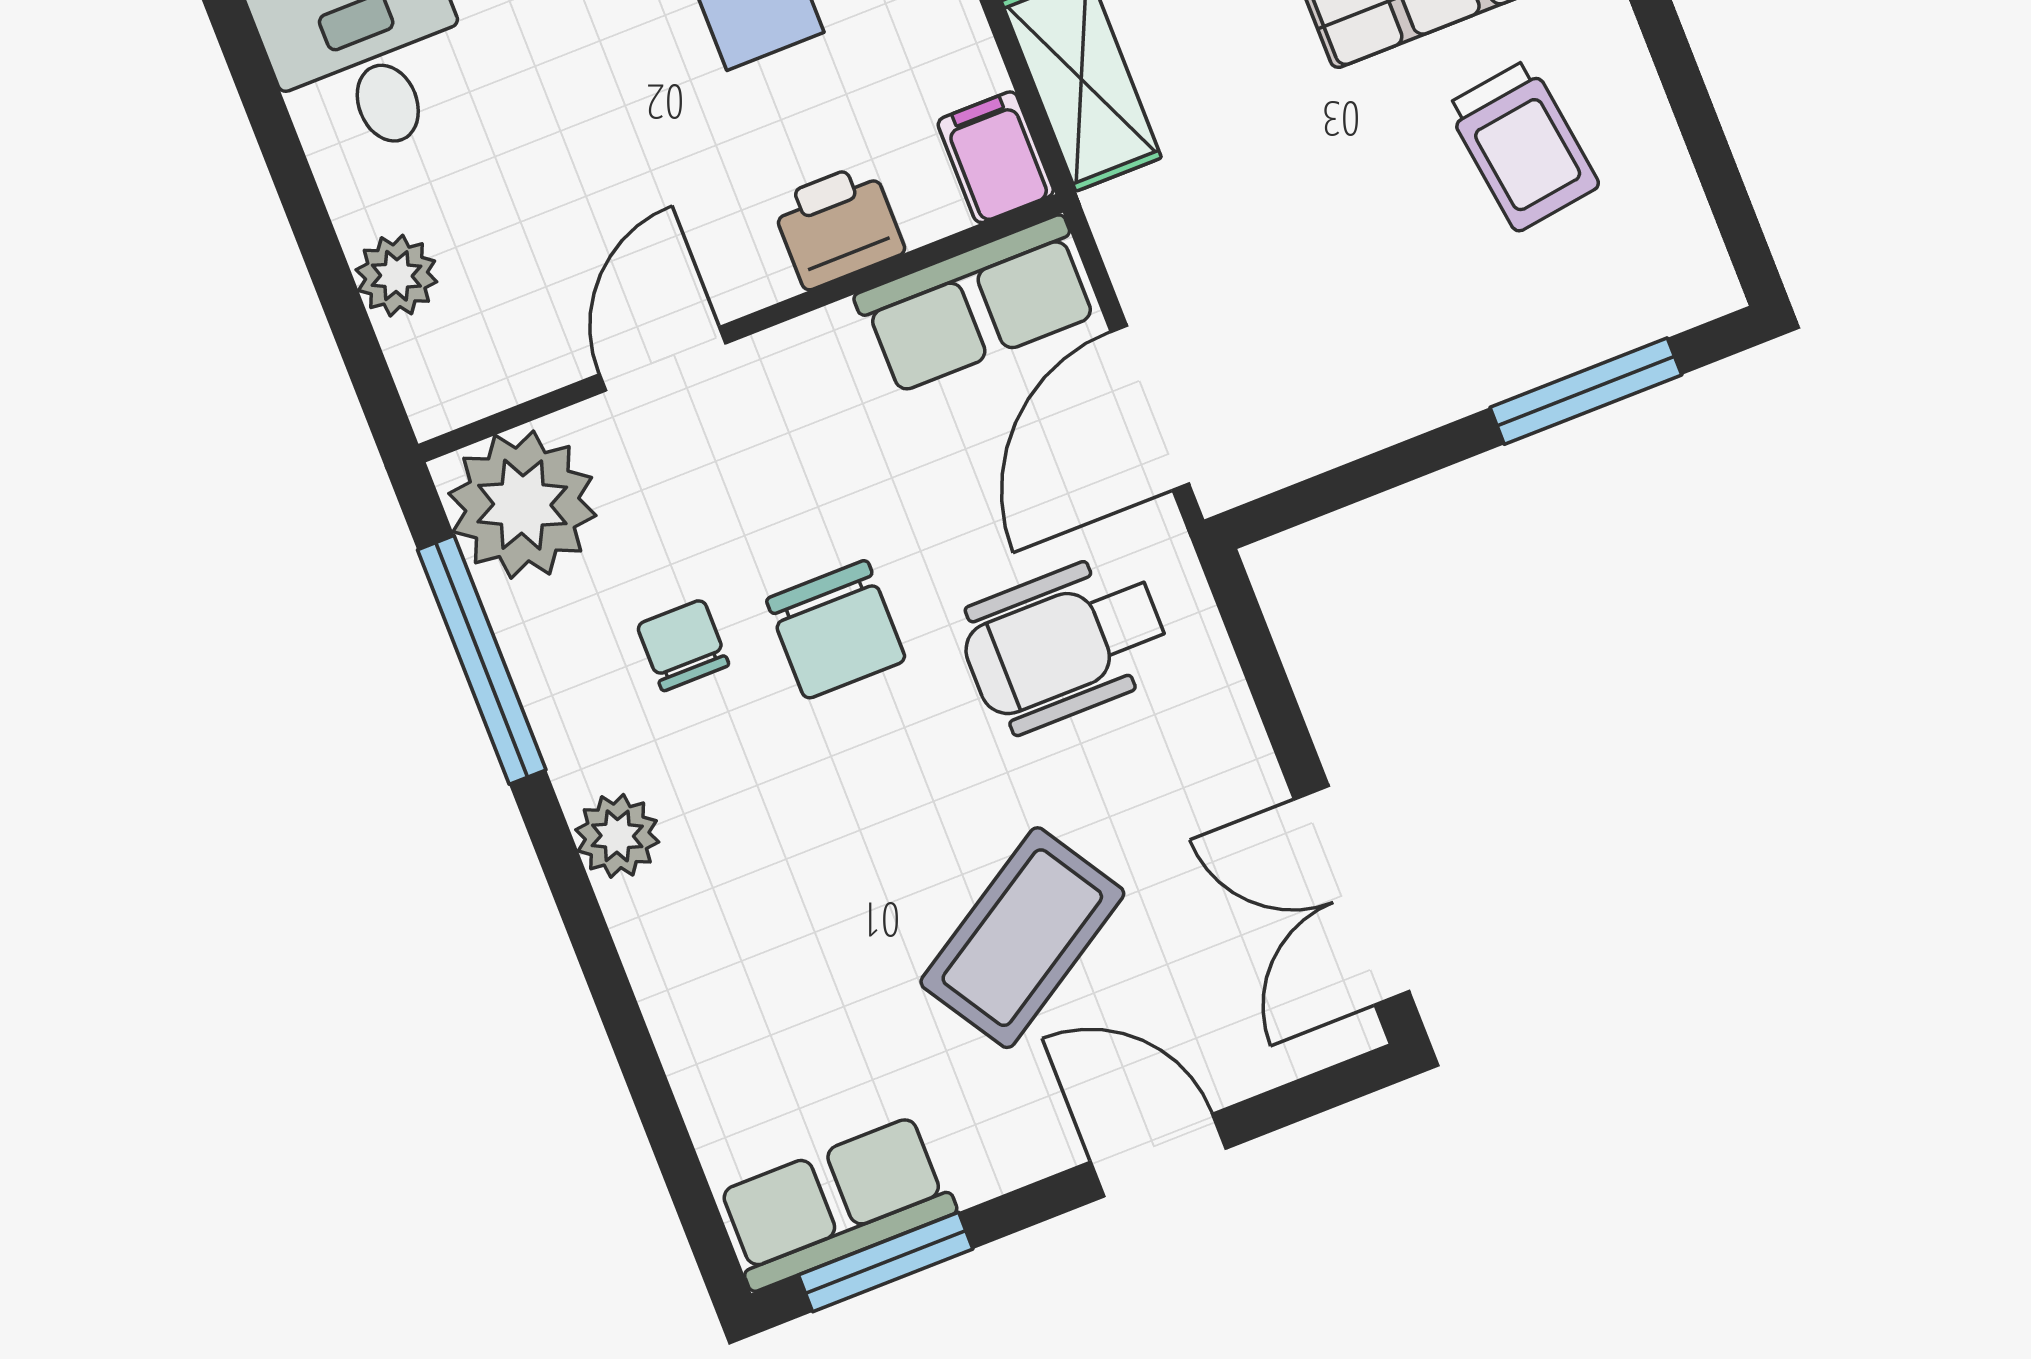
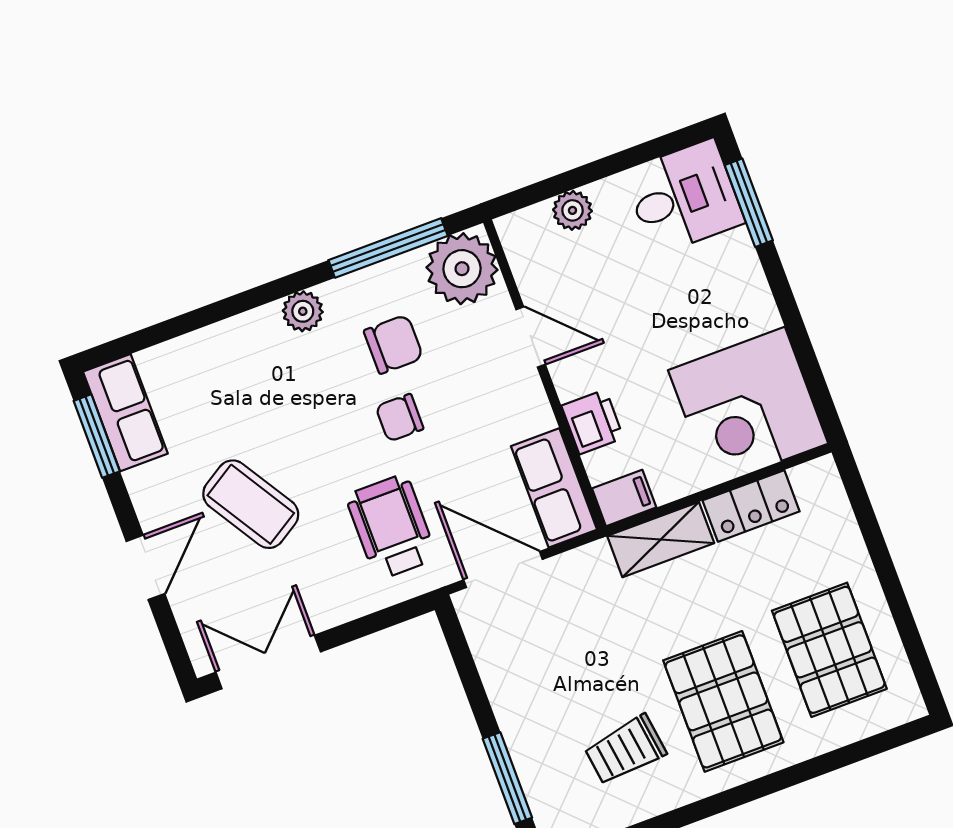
chair: (836, 630) -> (400, 418), width x0.73, depth x0.73
chair: (683, 645) -> (393, 344), width x1.37, depth x1.37

